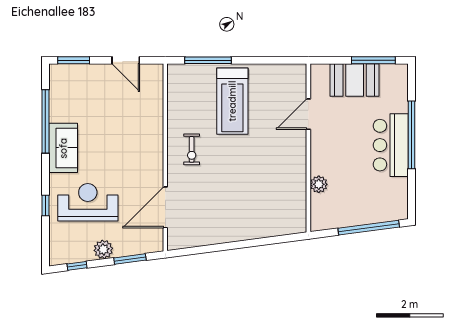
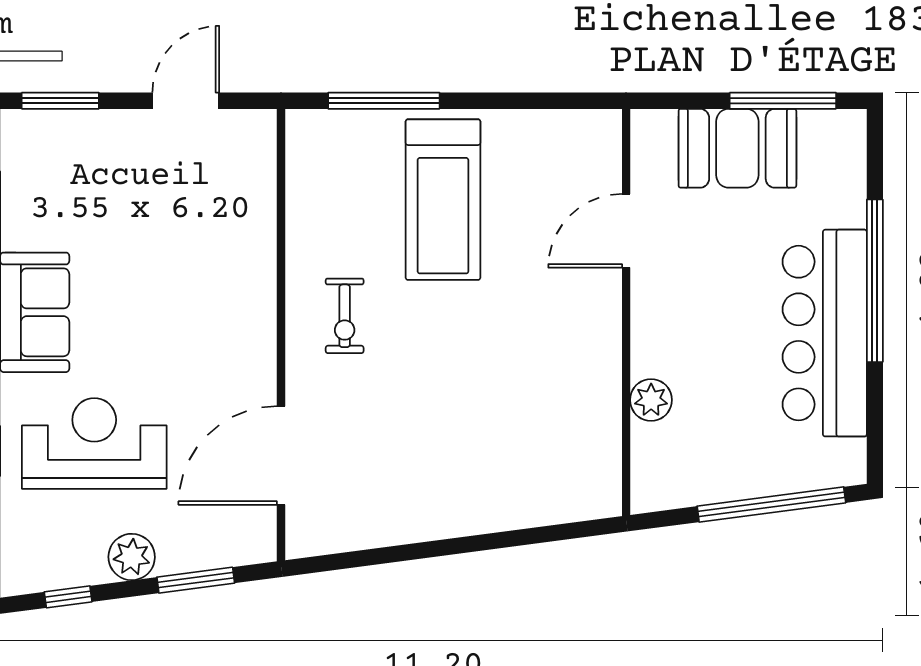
door: (126, 60) -> (186, 101), swing flipped
bar counter: (391, 145) -> (825, 333), width x1.36

